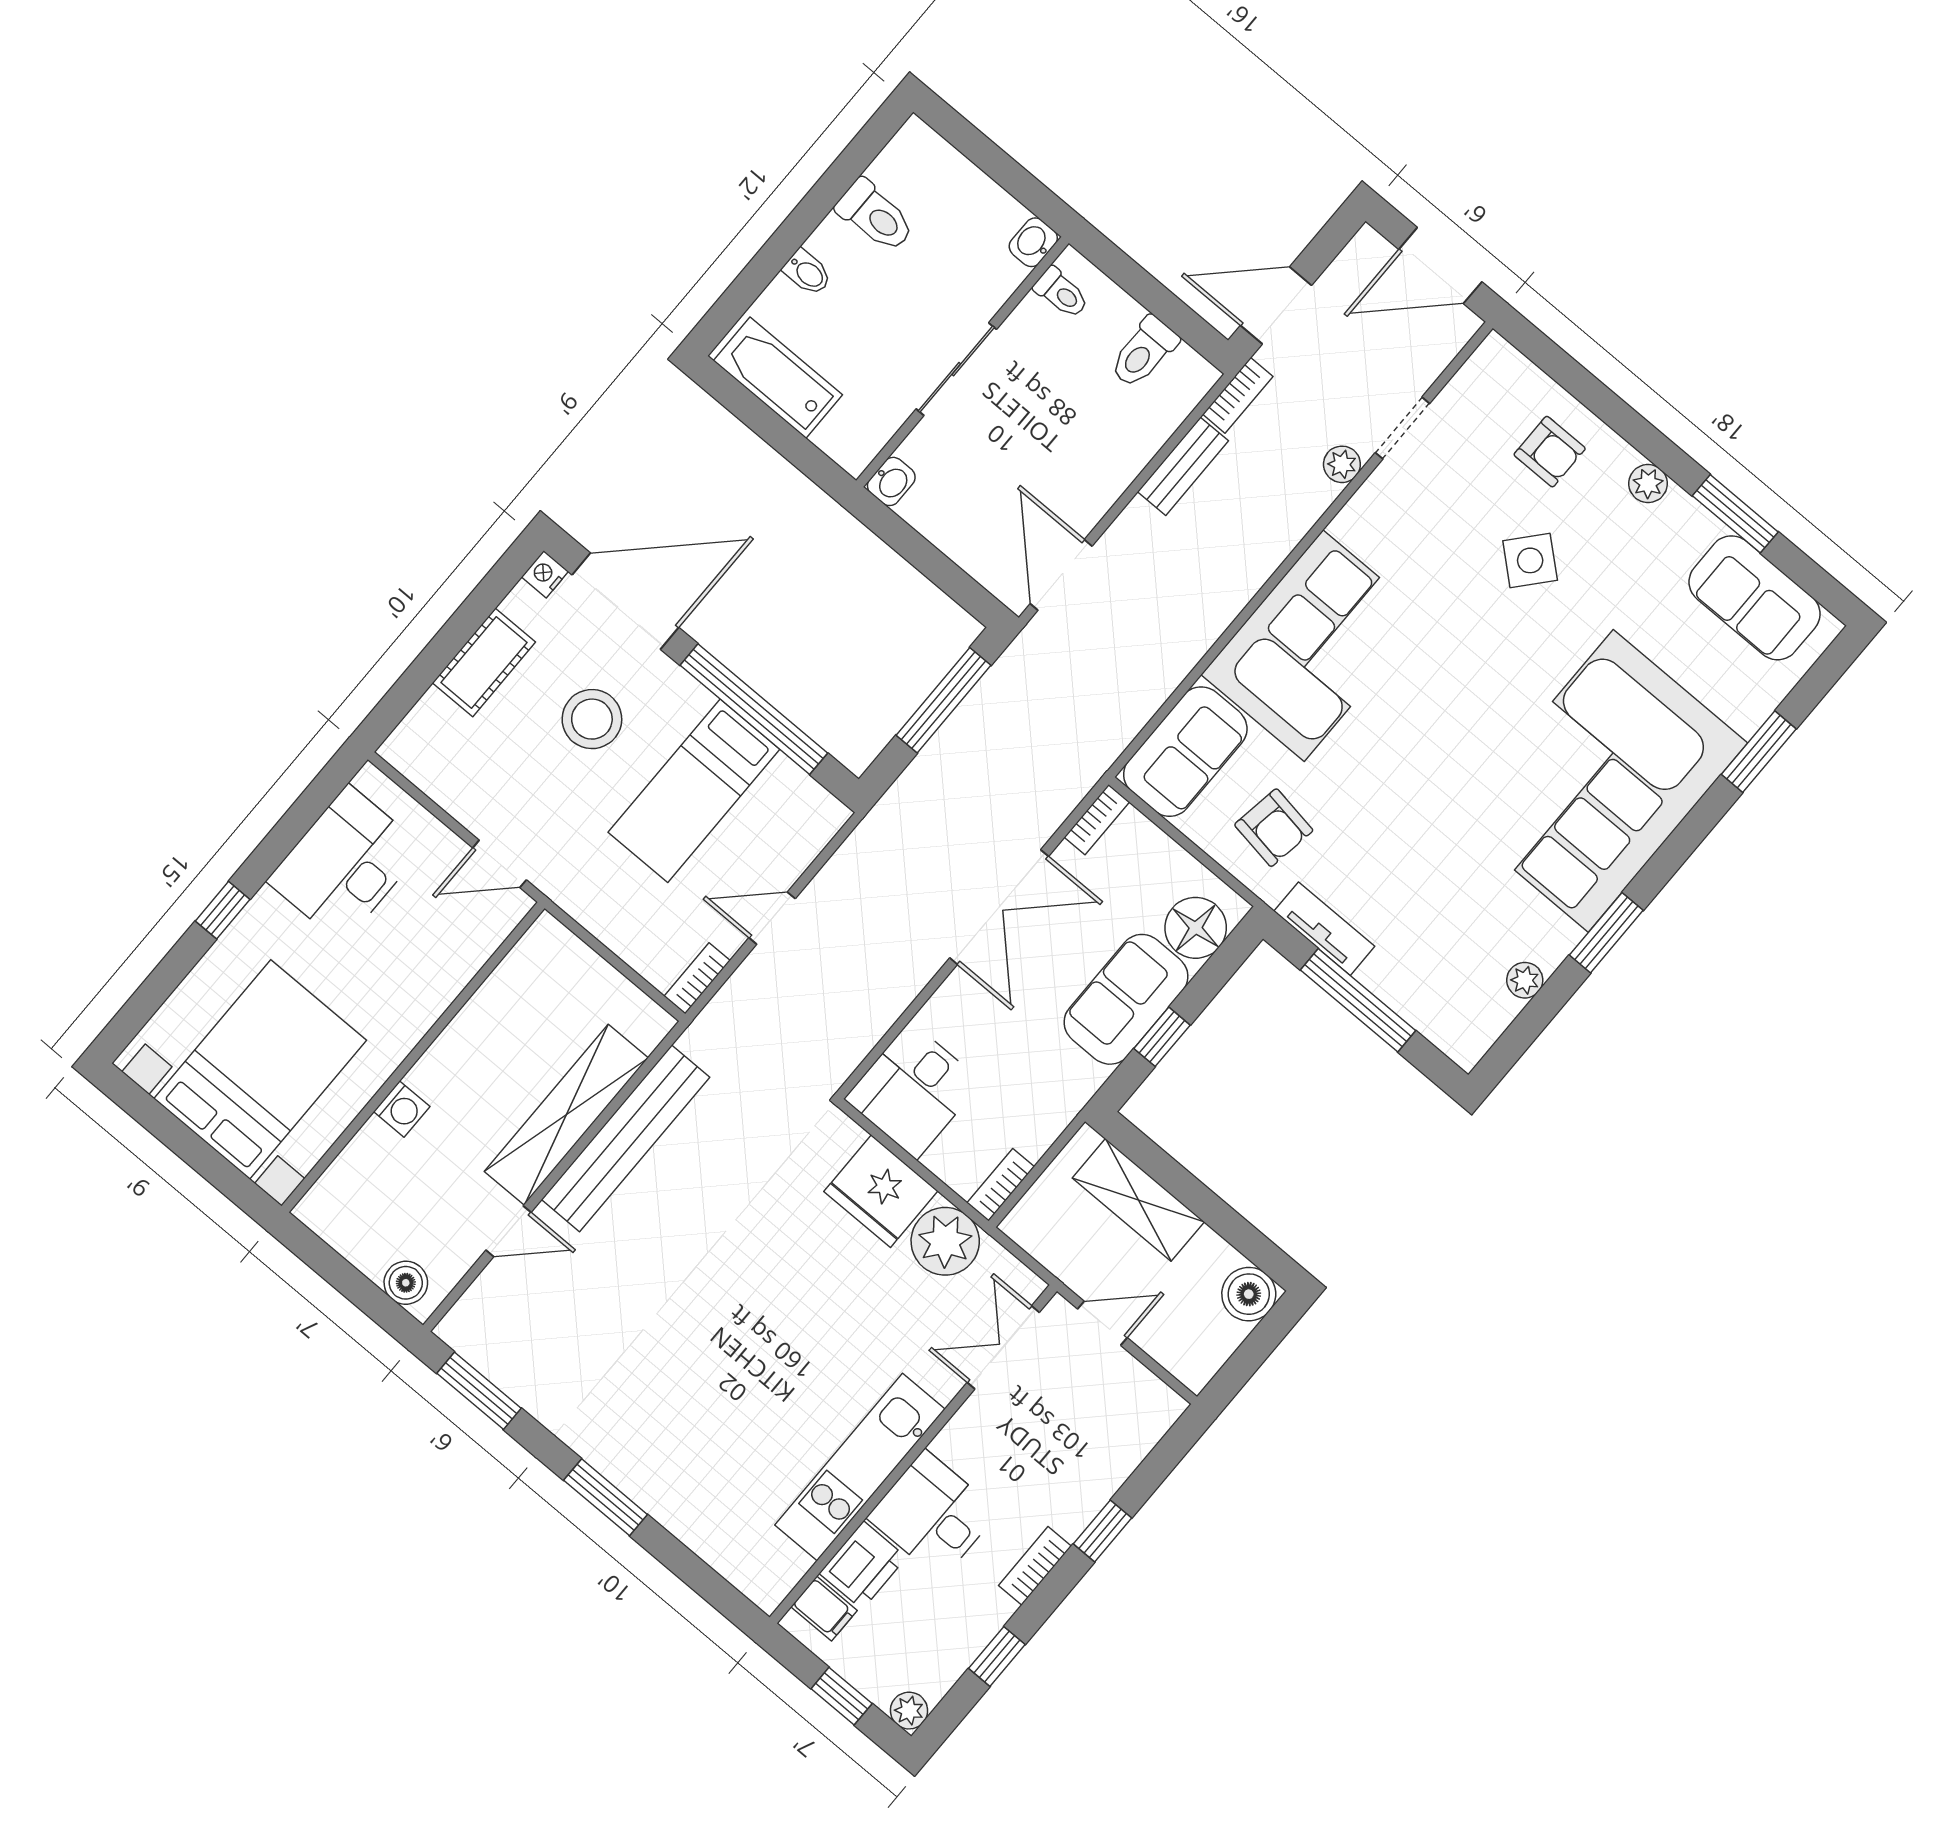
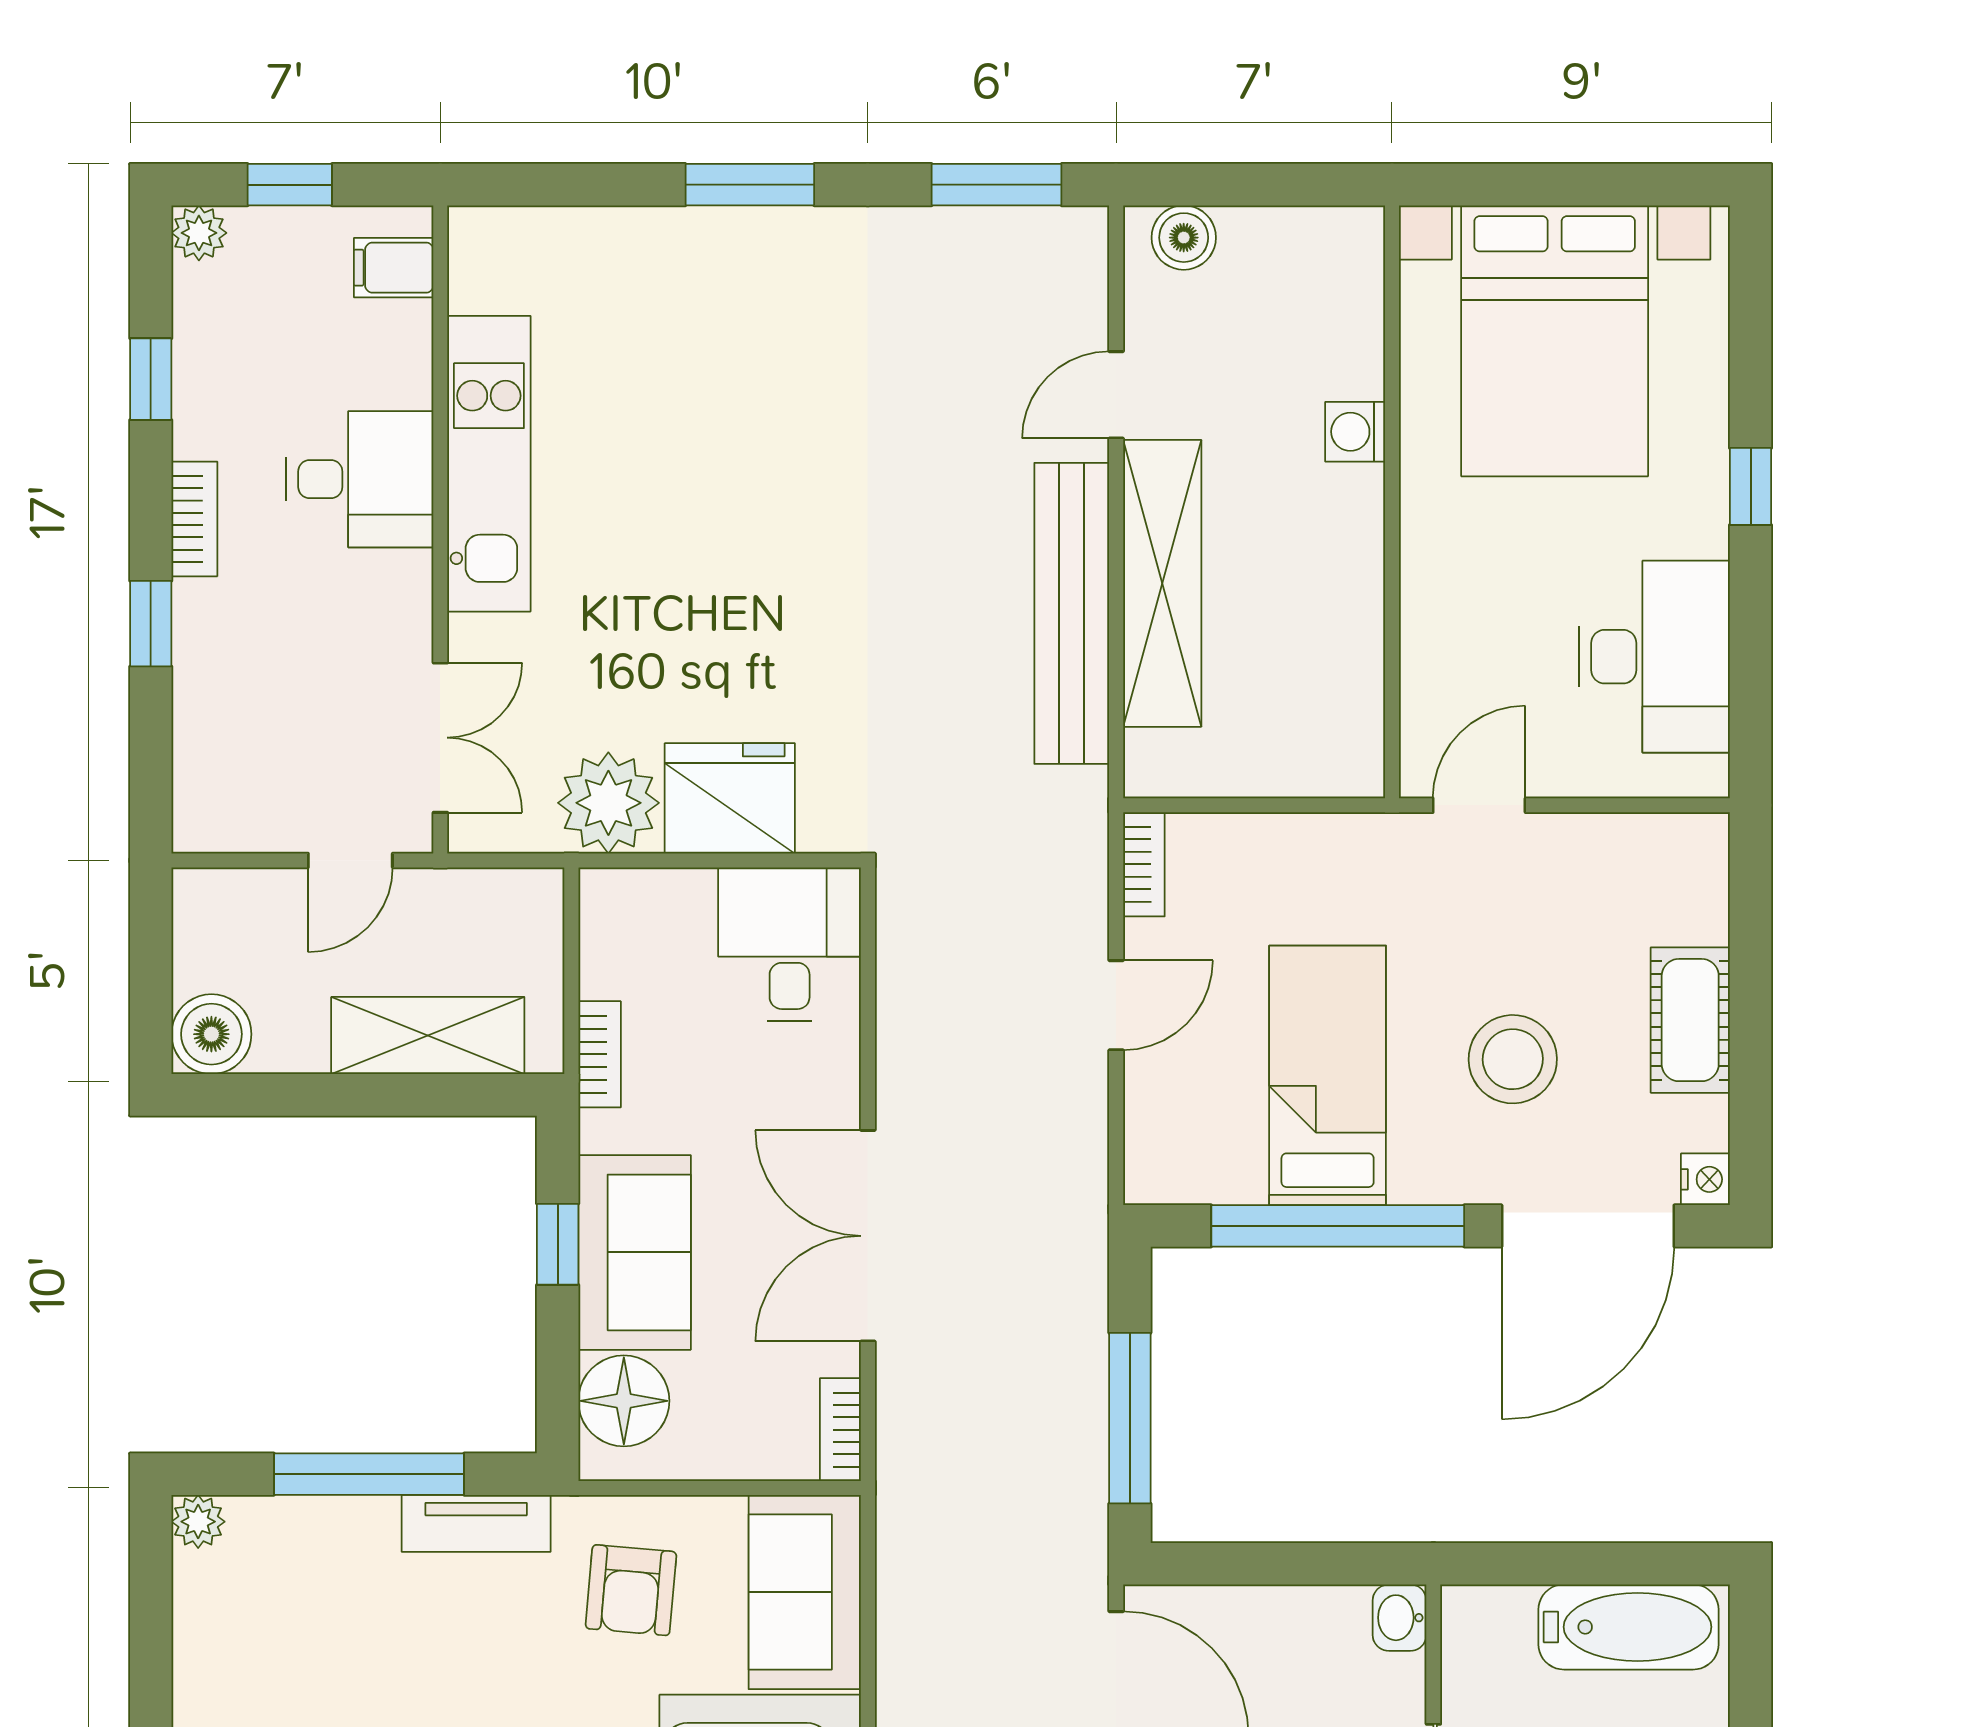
armchair: (1274, 828) -> (631, 1590), turned -94
plant: (1525, 980) -> (198, 1522), moved
bookcase: (1001, 1185) -> (600, 1054), moved
printer: (863, 1565) -> (391, 354), removed

